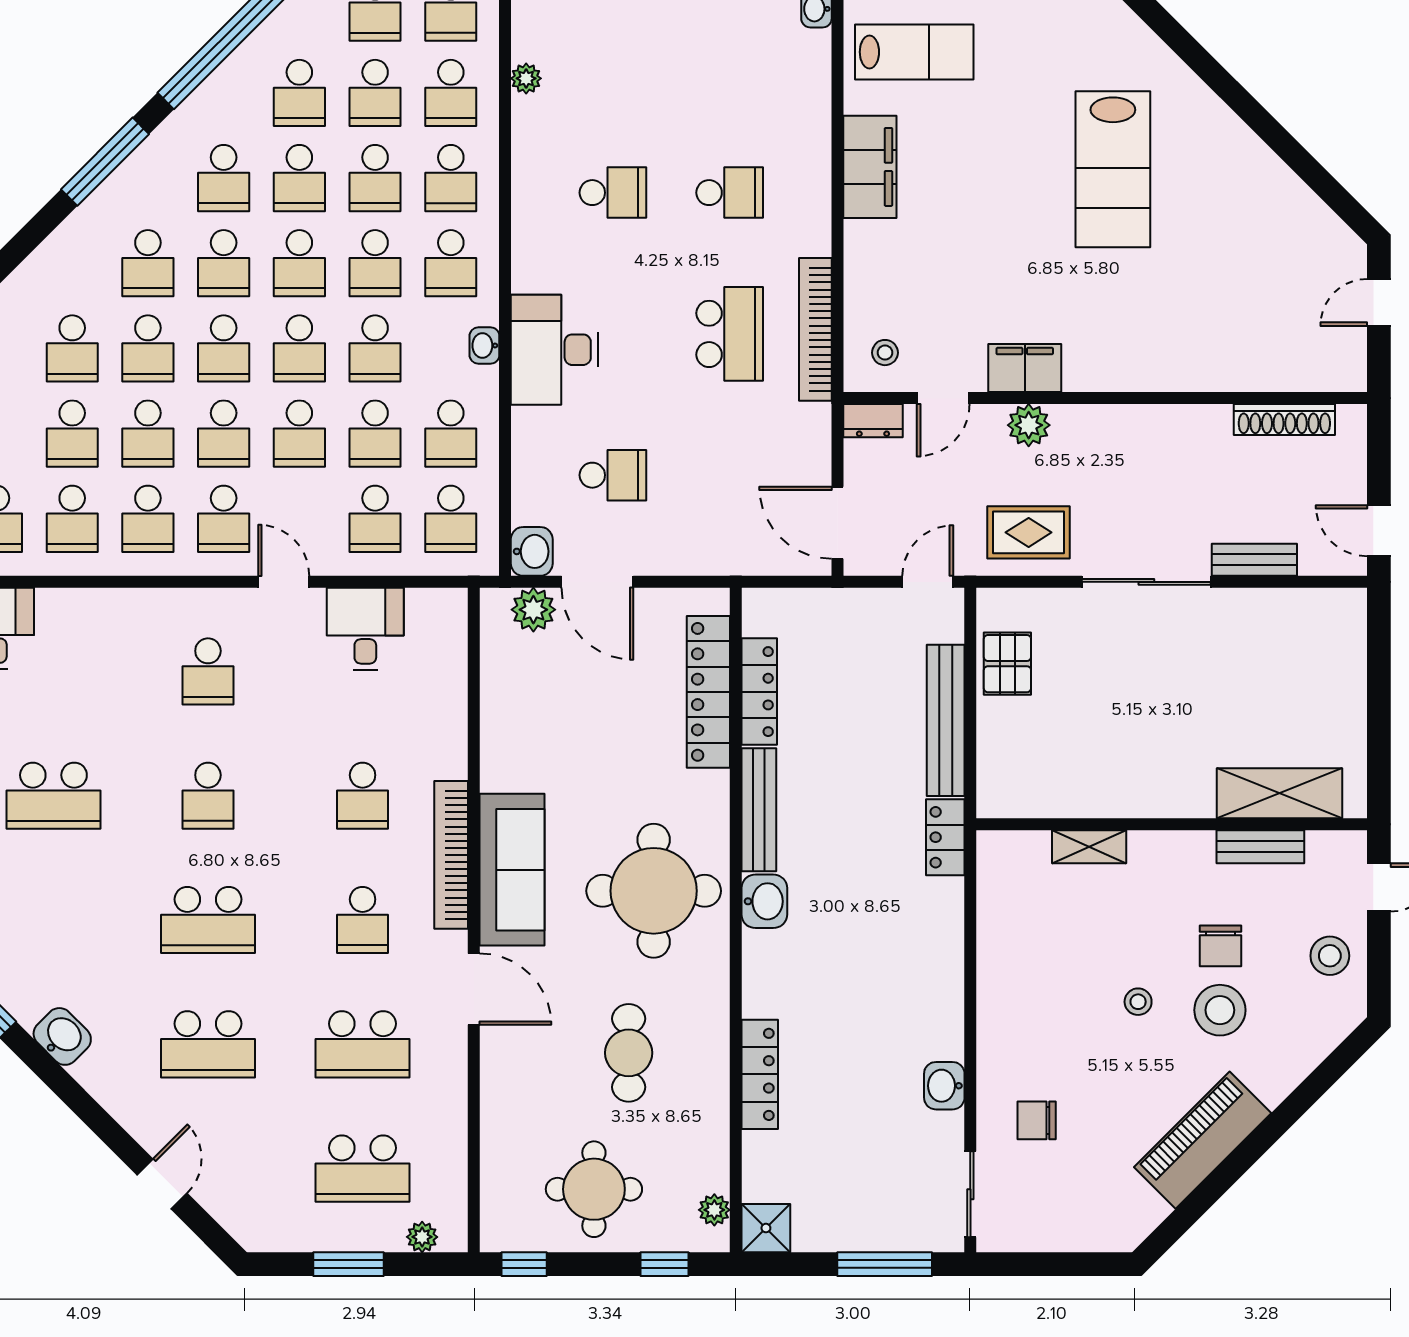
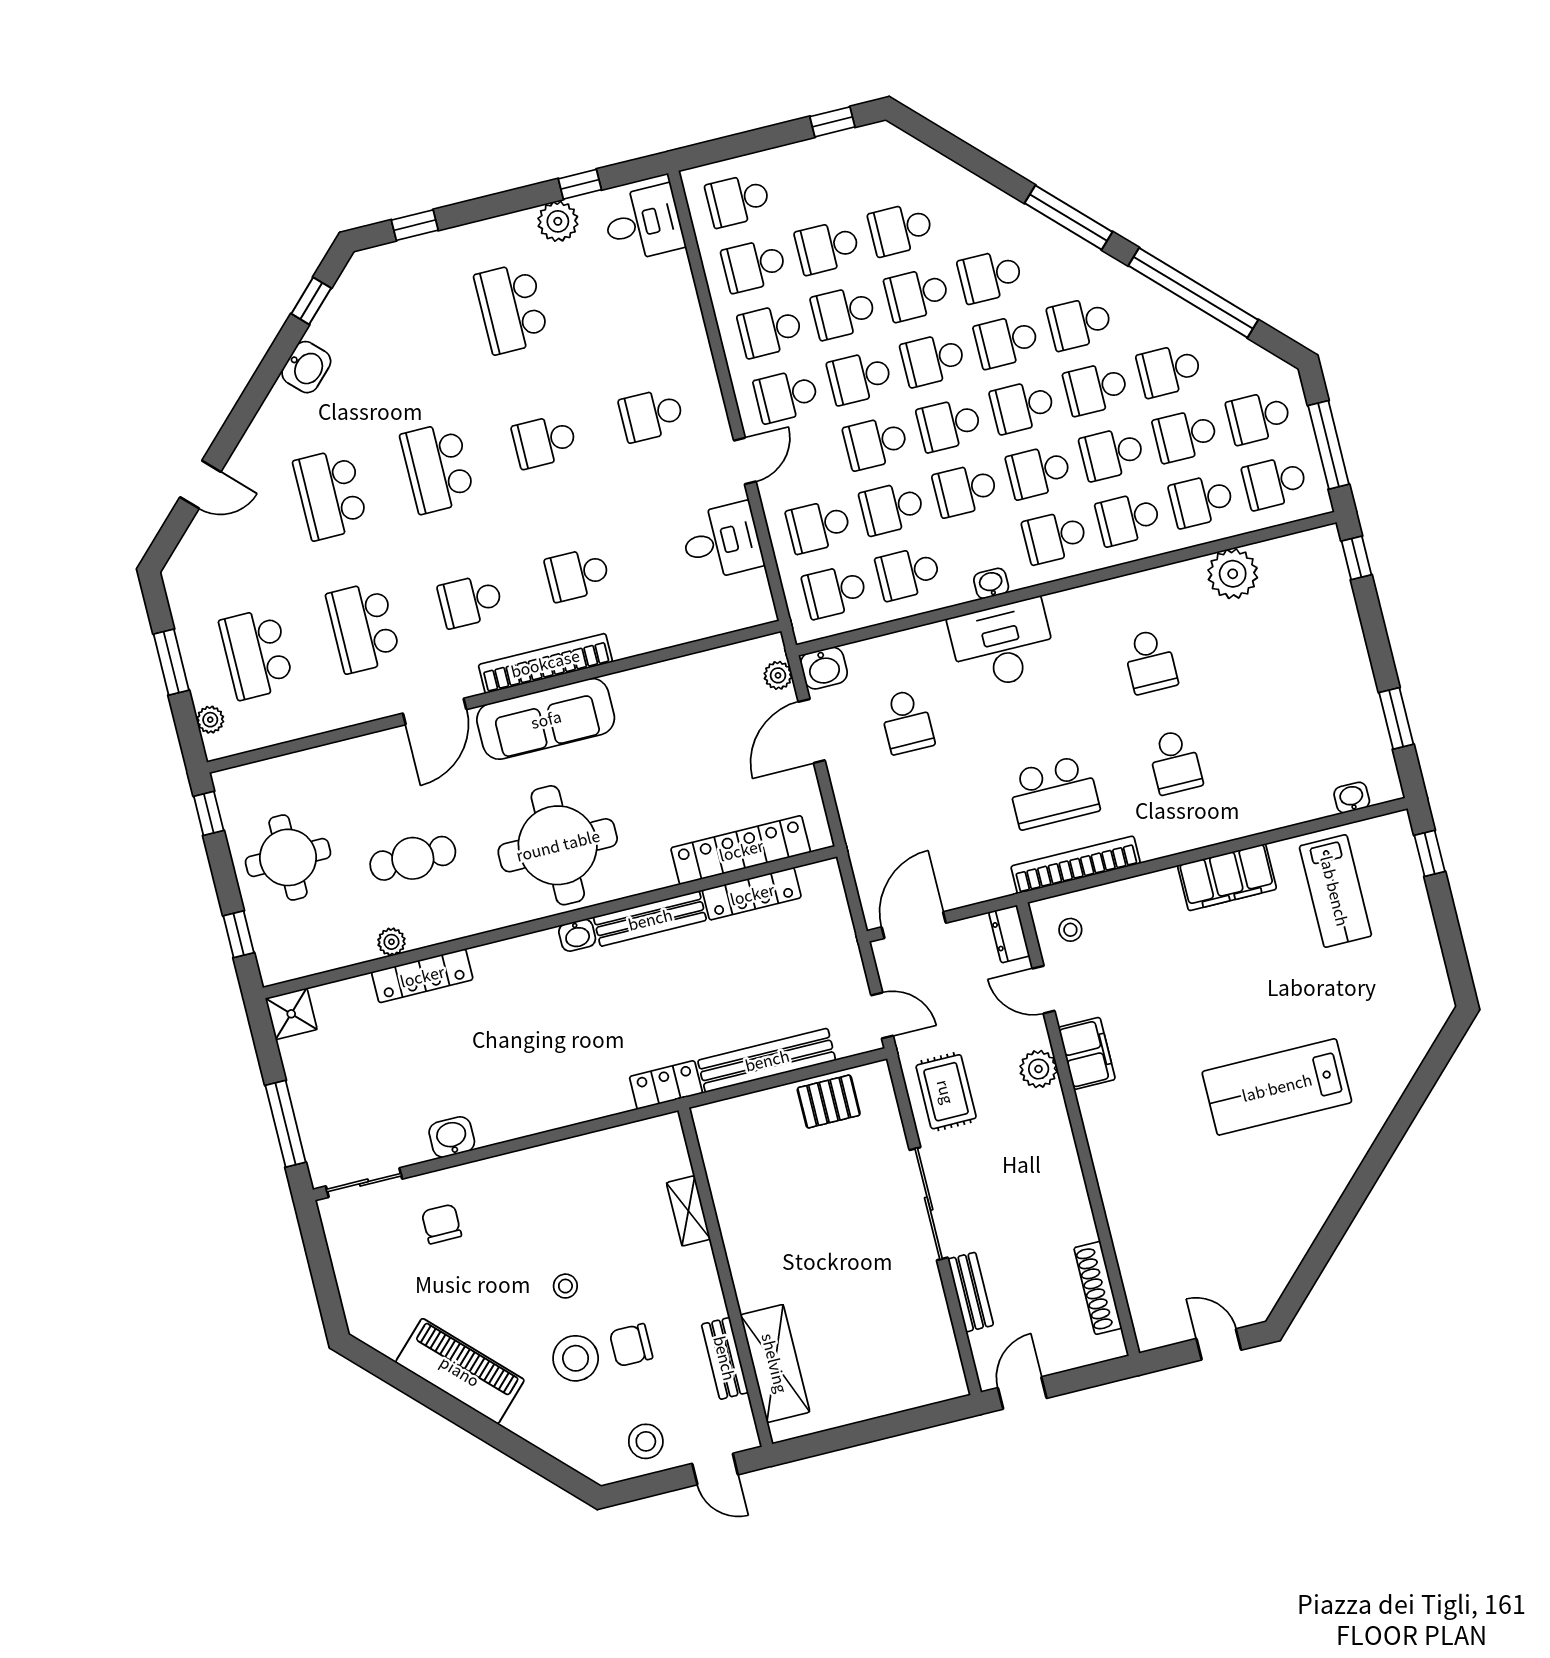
plant: (526, 78) -> (1233, 574), width x1.88, depth x1.88
plant: (533, 610) -> (778, 675), width x0.73, depth x0.73
washbasin: (764, 901) -> (577, 935), width x0.72, depth x0.69
plant: (714, 1210) -> (391, 942), moved

